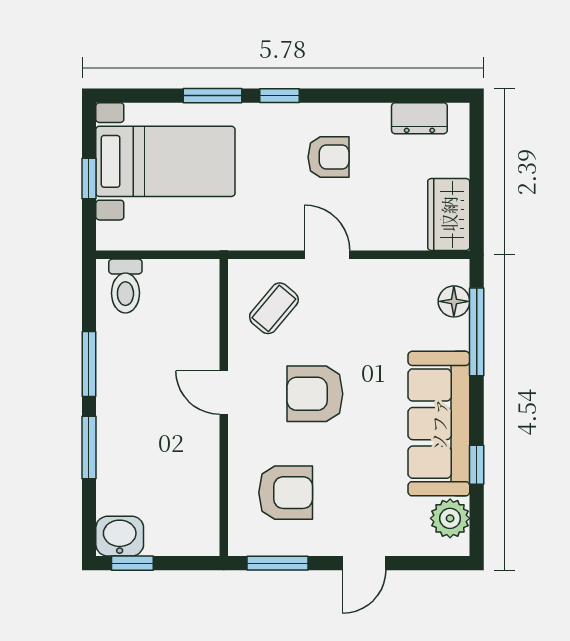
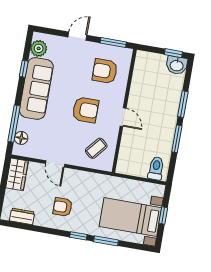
door: (327, 255) -> (55, 164), moved

